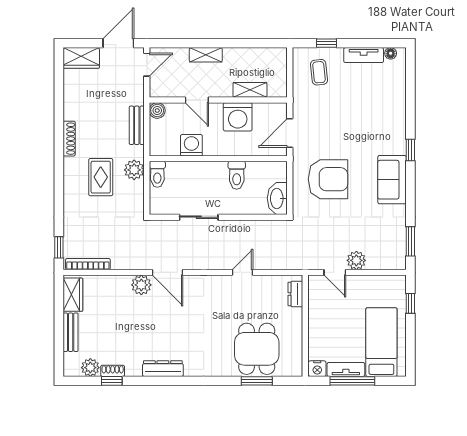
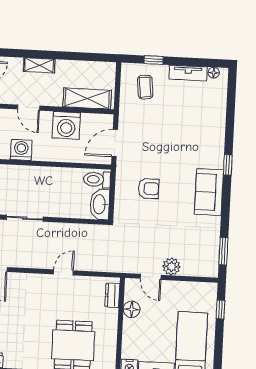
shelving: (250, 90) -> (87, 99), width x1.50, depth x1.33
toilet: (237, 175) -> (97, 180), moved, turned 90
armchair: (328, 179) -> (149, 189), width x0.53, depth x0.53
floor lamp: (317, 308) -> (132, 309), added

